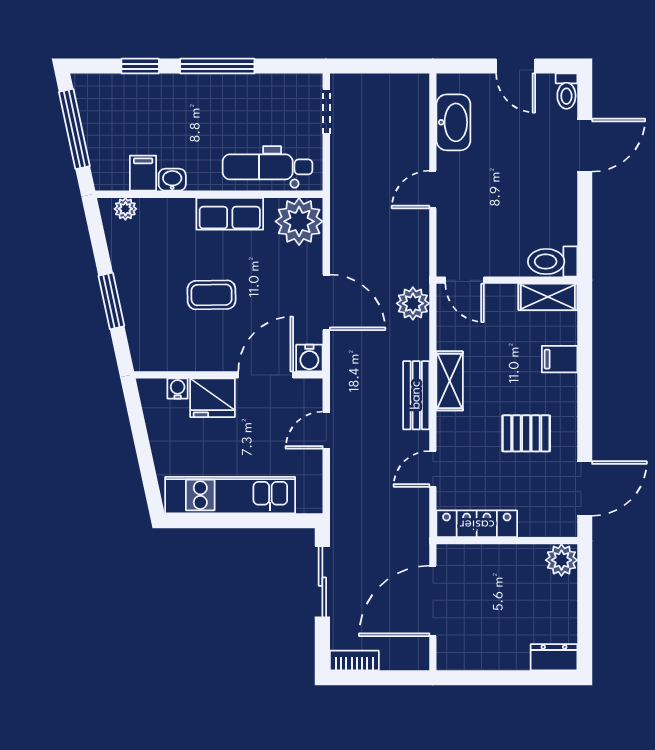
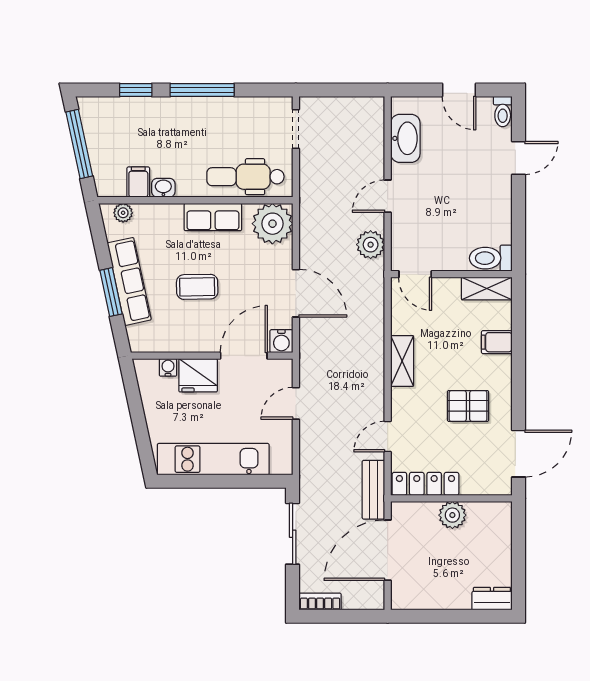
door: (585, 145) -> (518, 158), width x0.73
row of seats: (133, 289) -> (129, 281), added
plant: (413, 303) -> (371, 245), moved
bench: (416, 395) -> (373, 490), moved
plant: (561, 560) -> (452, 515), moved

